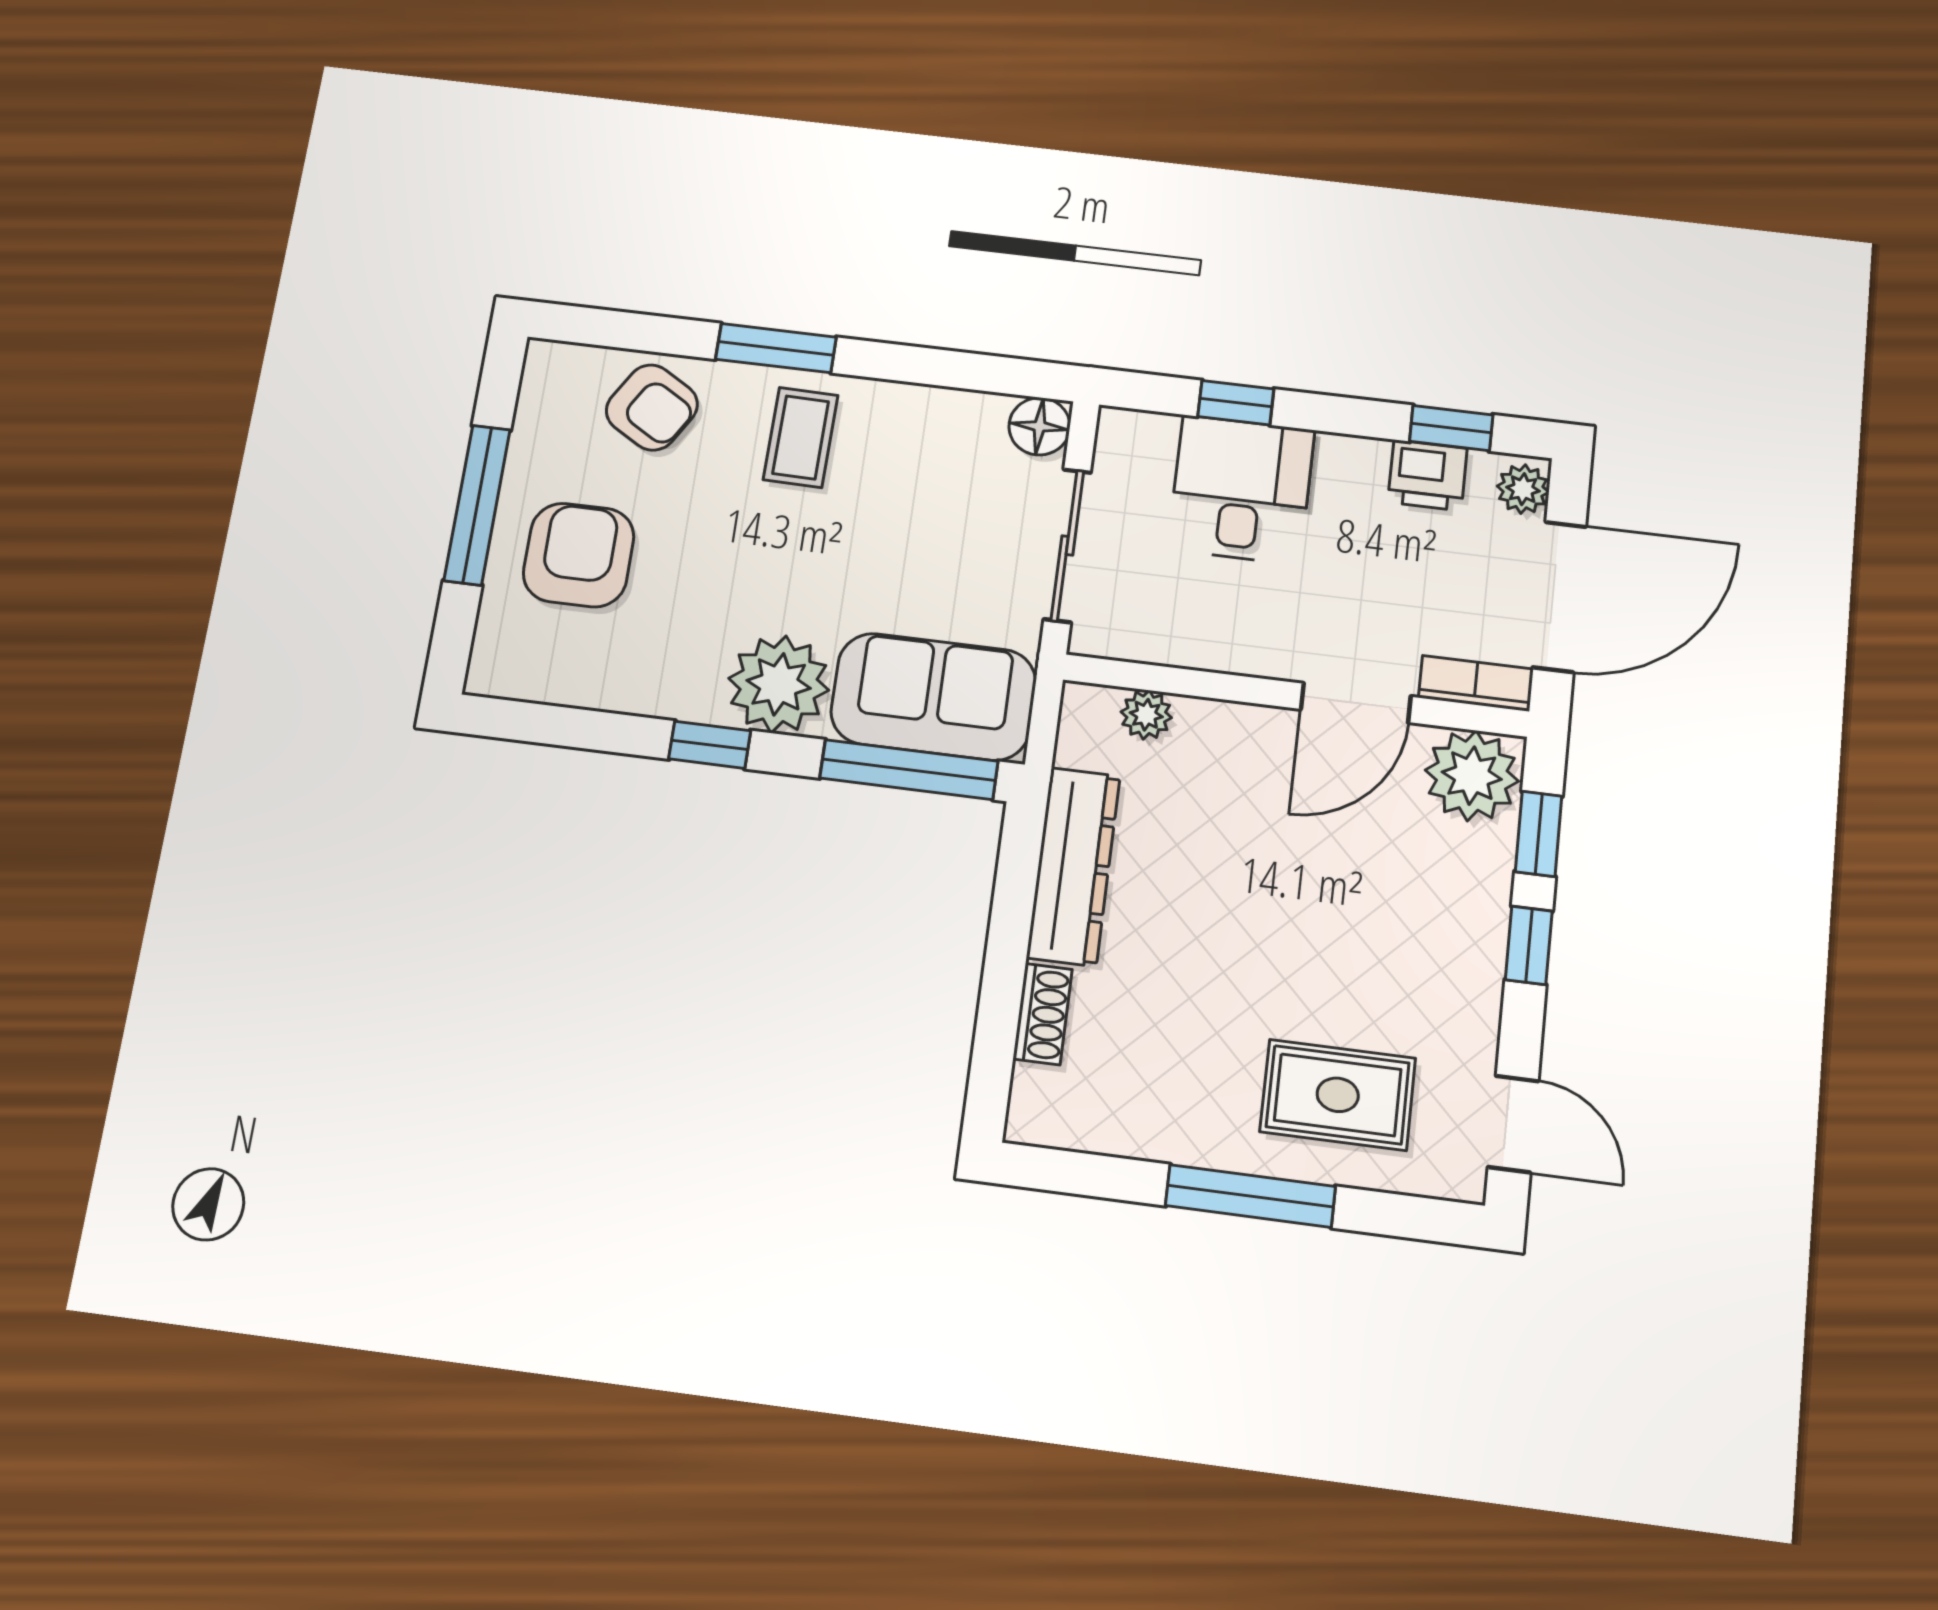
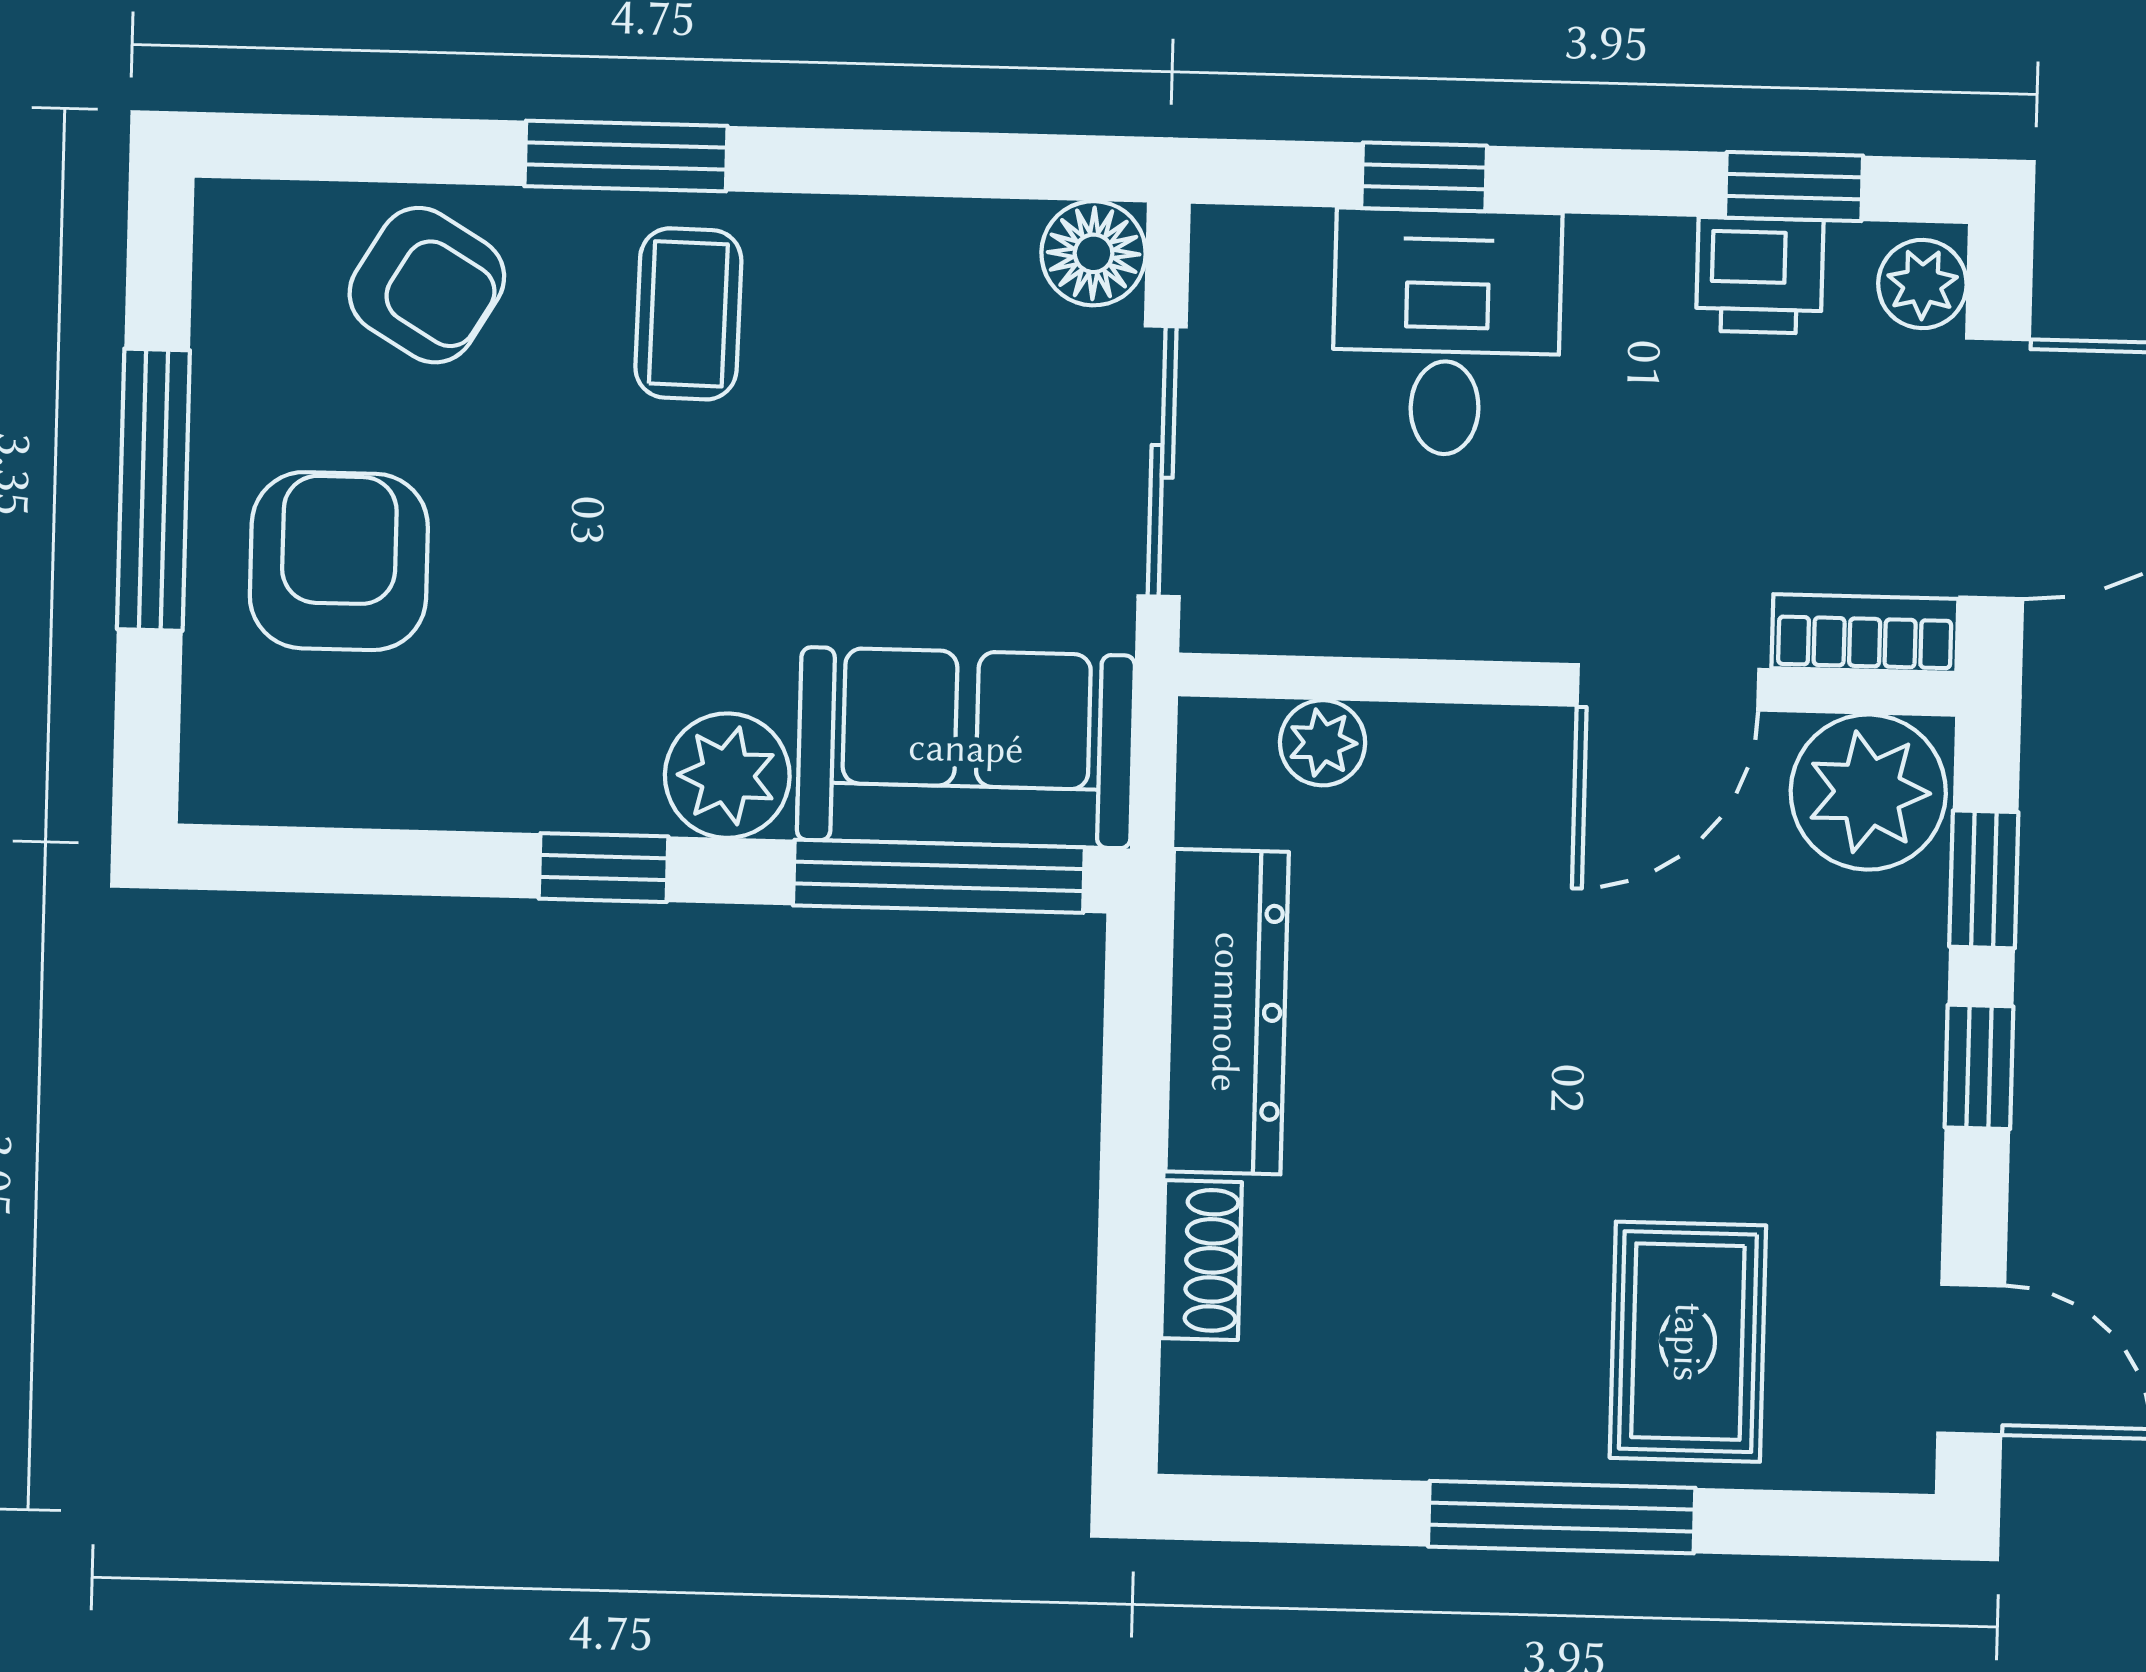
plant: (779, 684) -> (727, 776), width x0.73, depth x0.73
rug: (1338, 1095) -> (1688, 1342), turned 90

